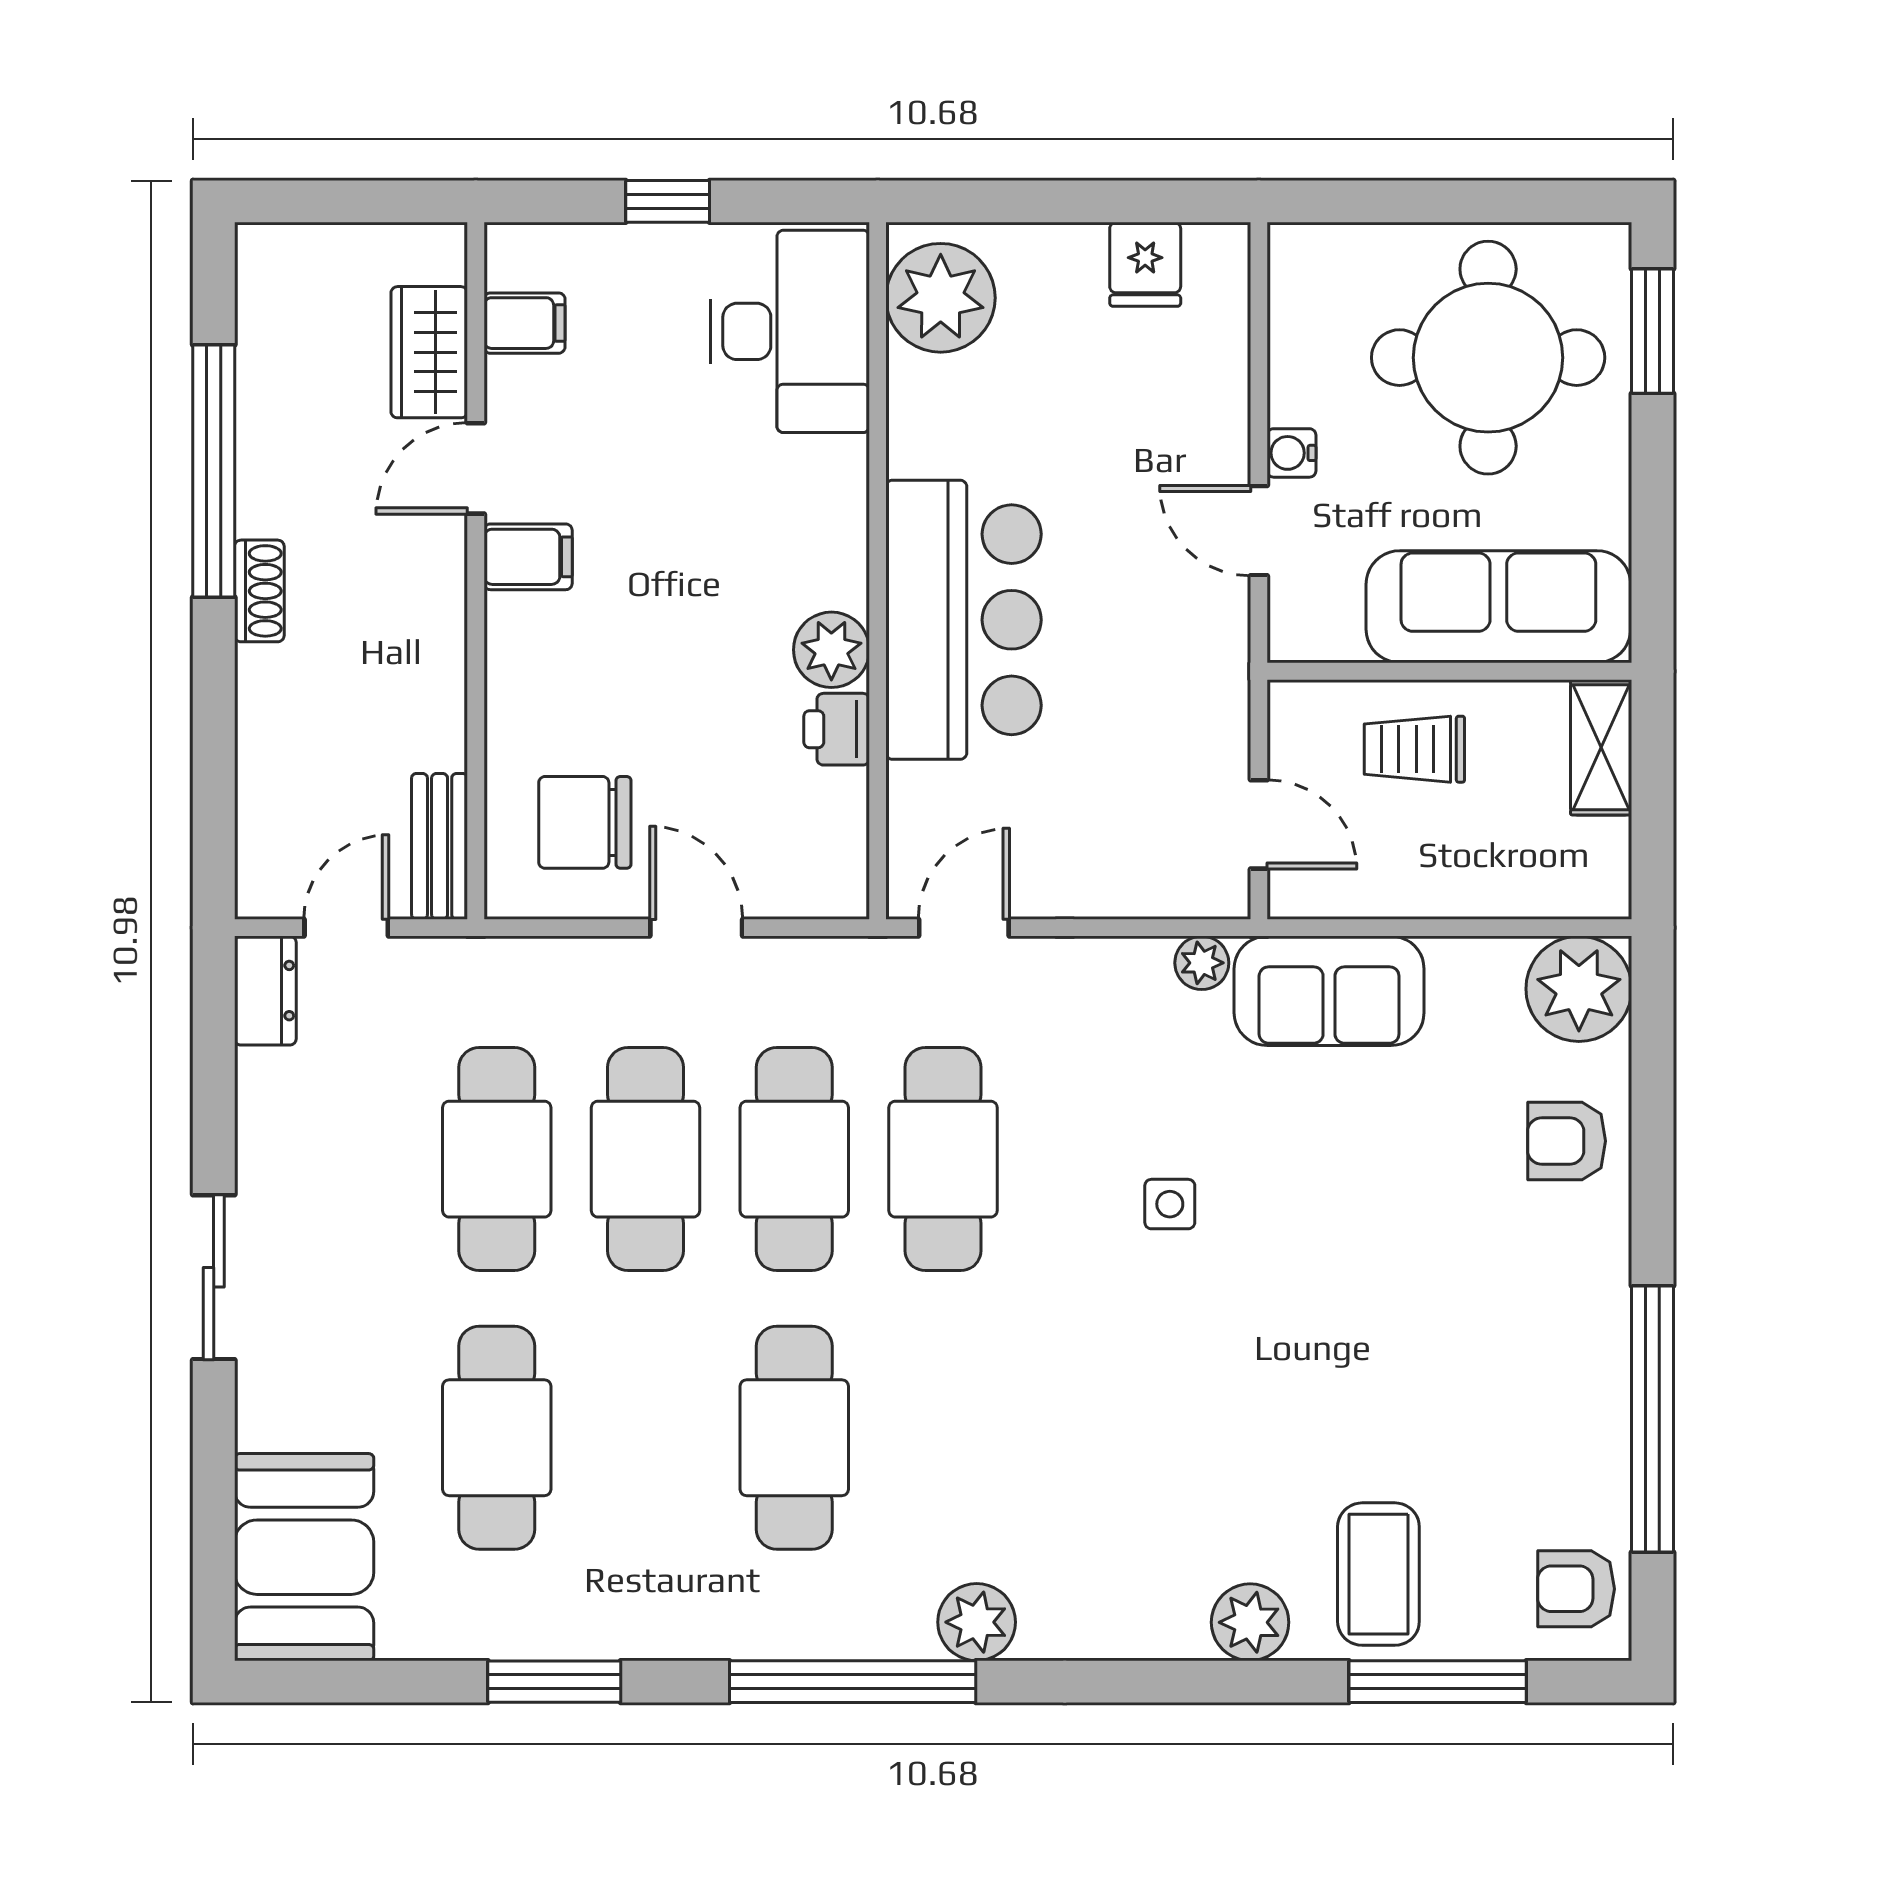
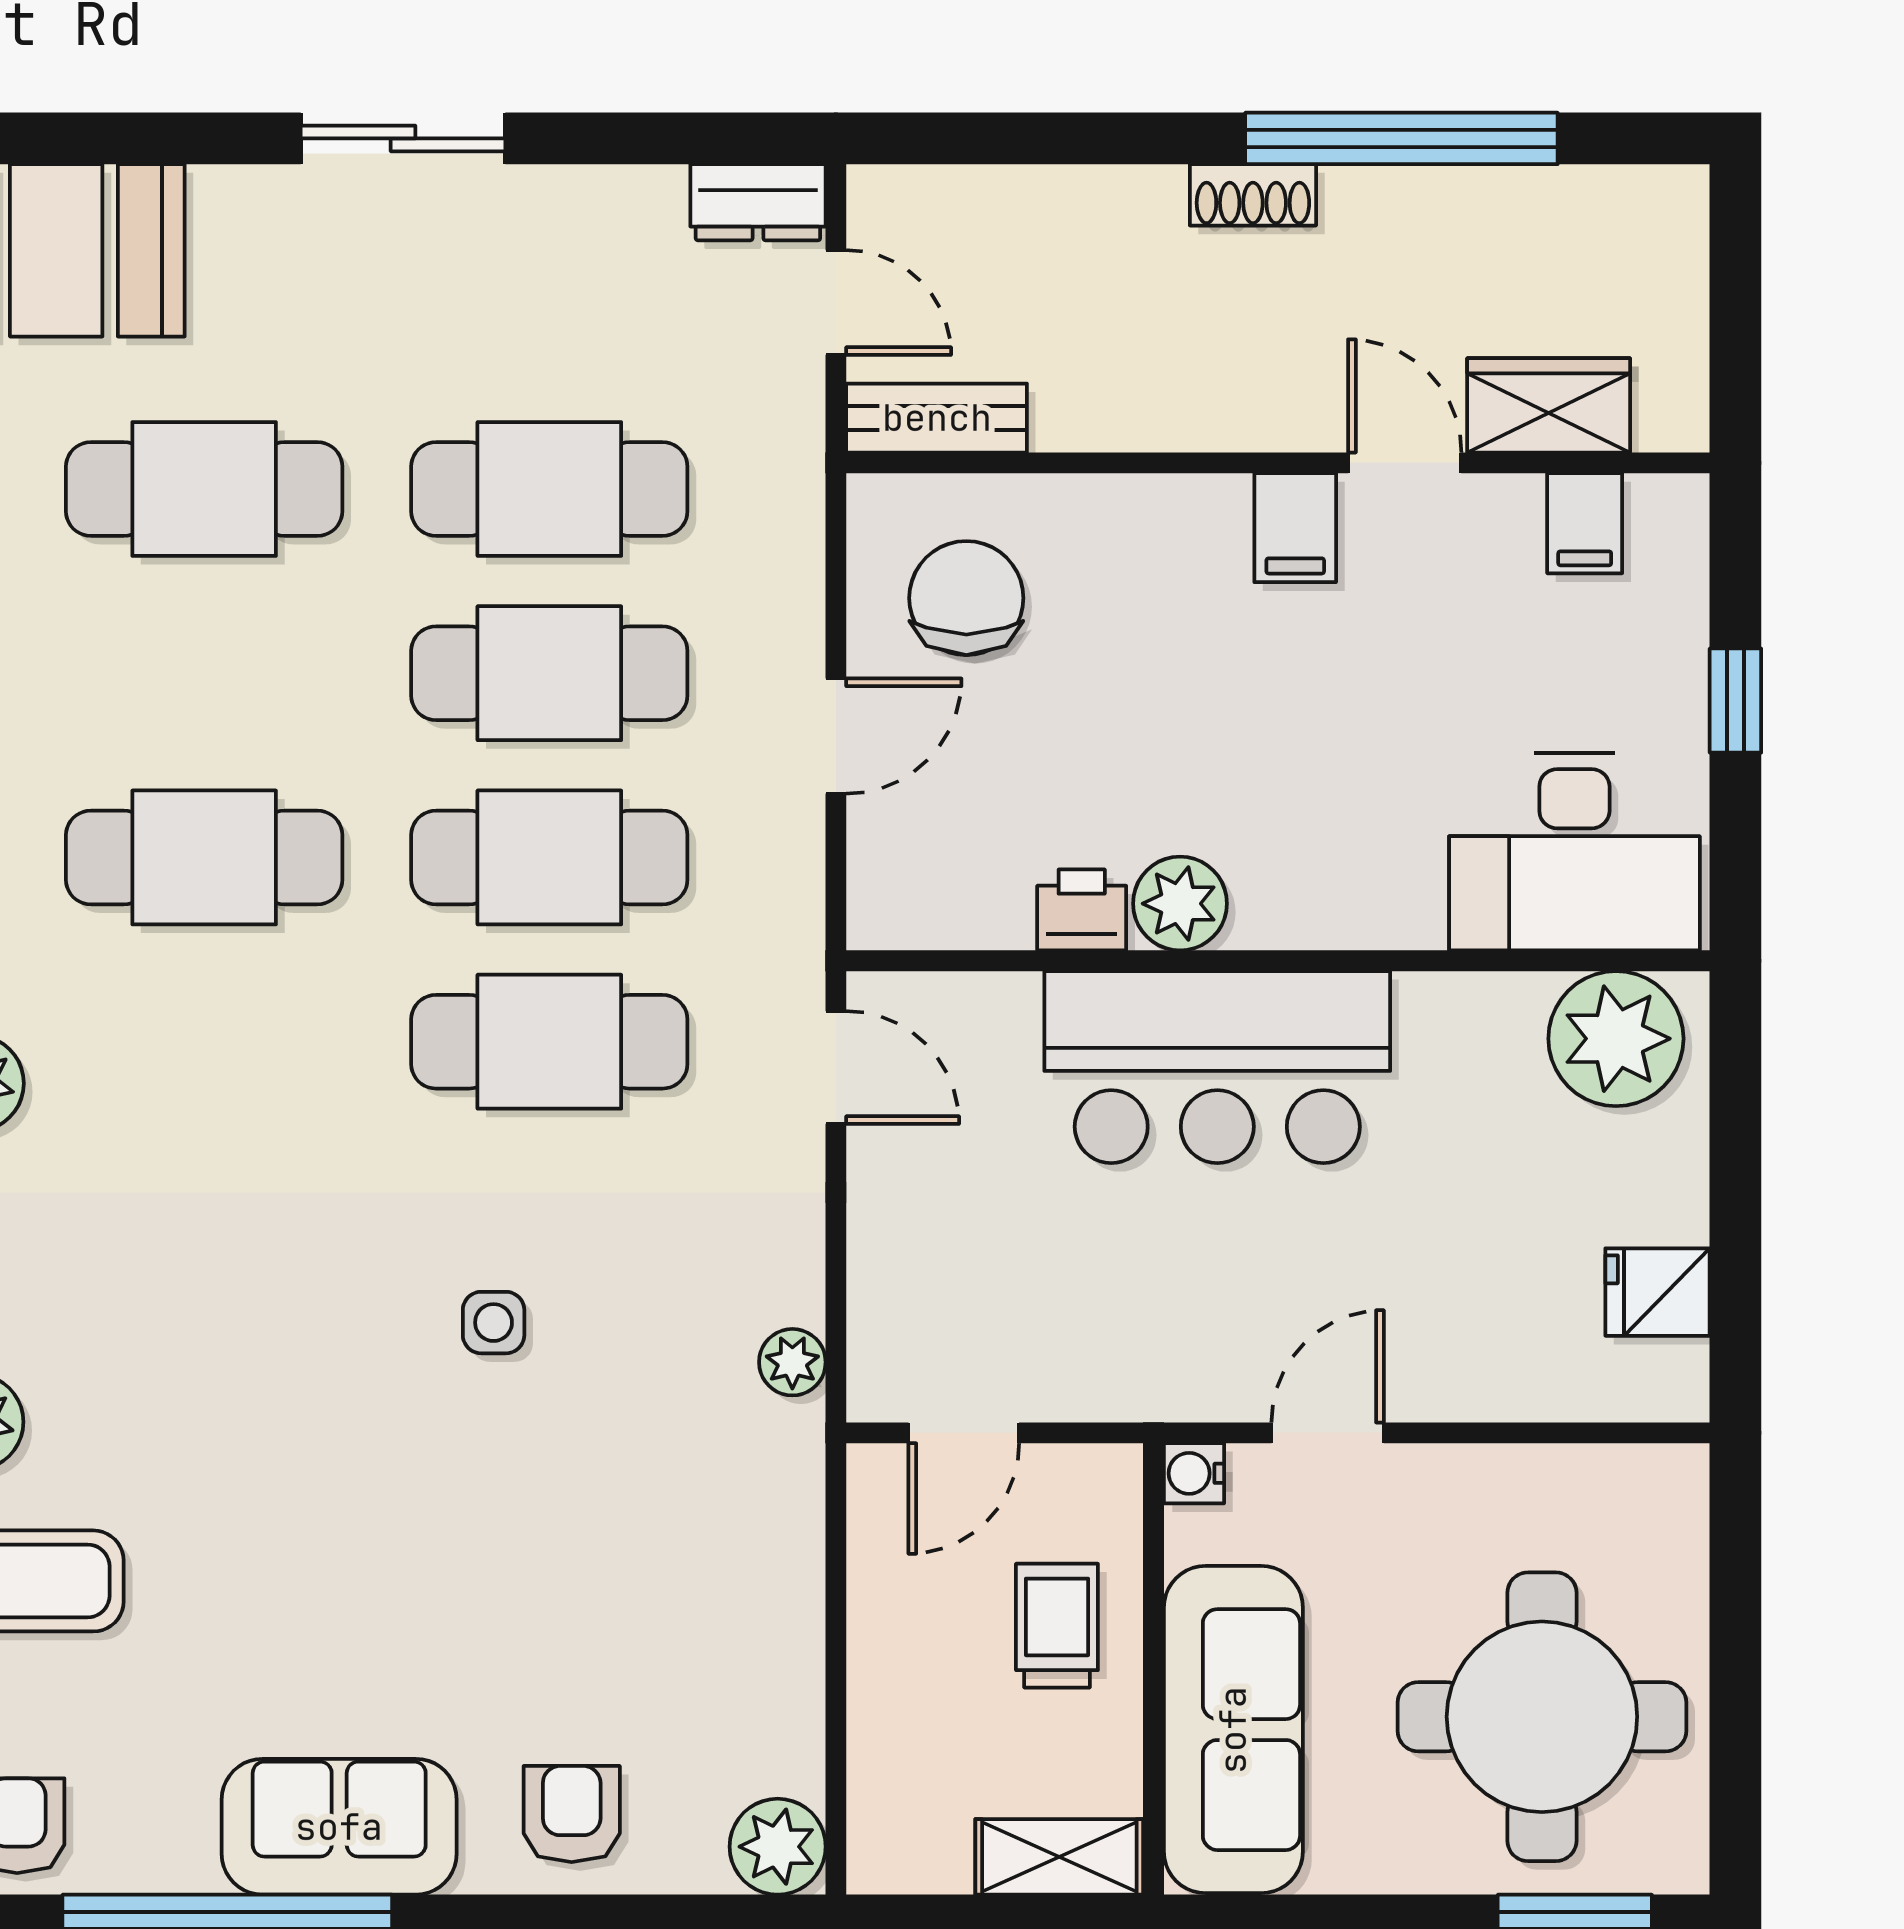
water cooler: (1291, 453) -> (1194, 1473), moved, turned -90
plant: (1579, 989) -> (778, 1847), width x0.73, depth x0.73
sofa: (1329, 991) -> (339, 1827), moved, turned 90

